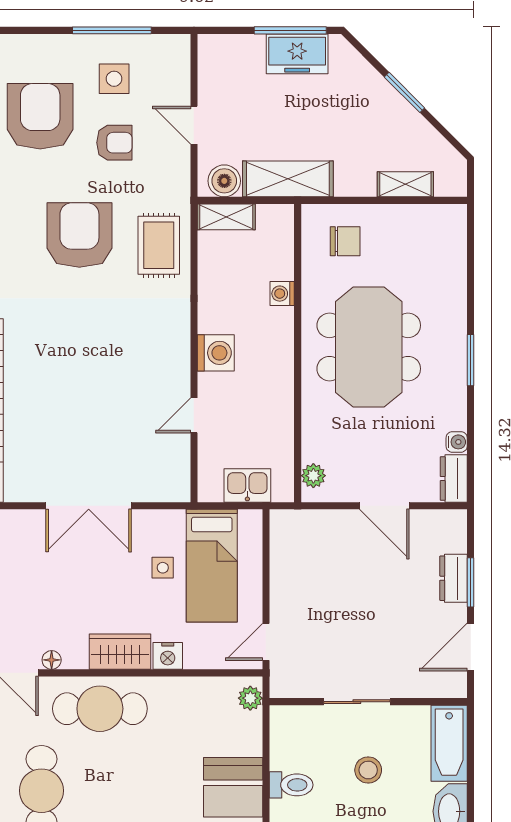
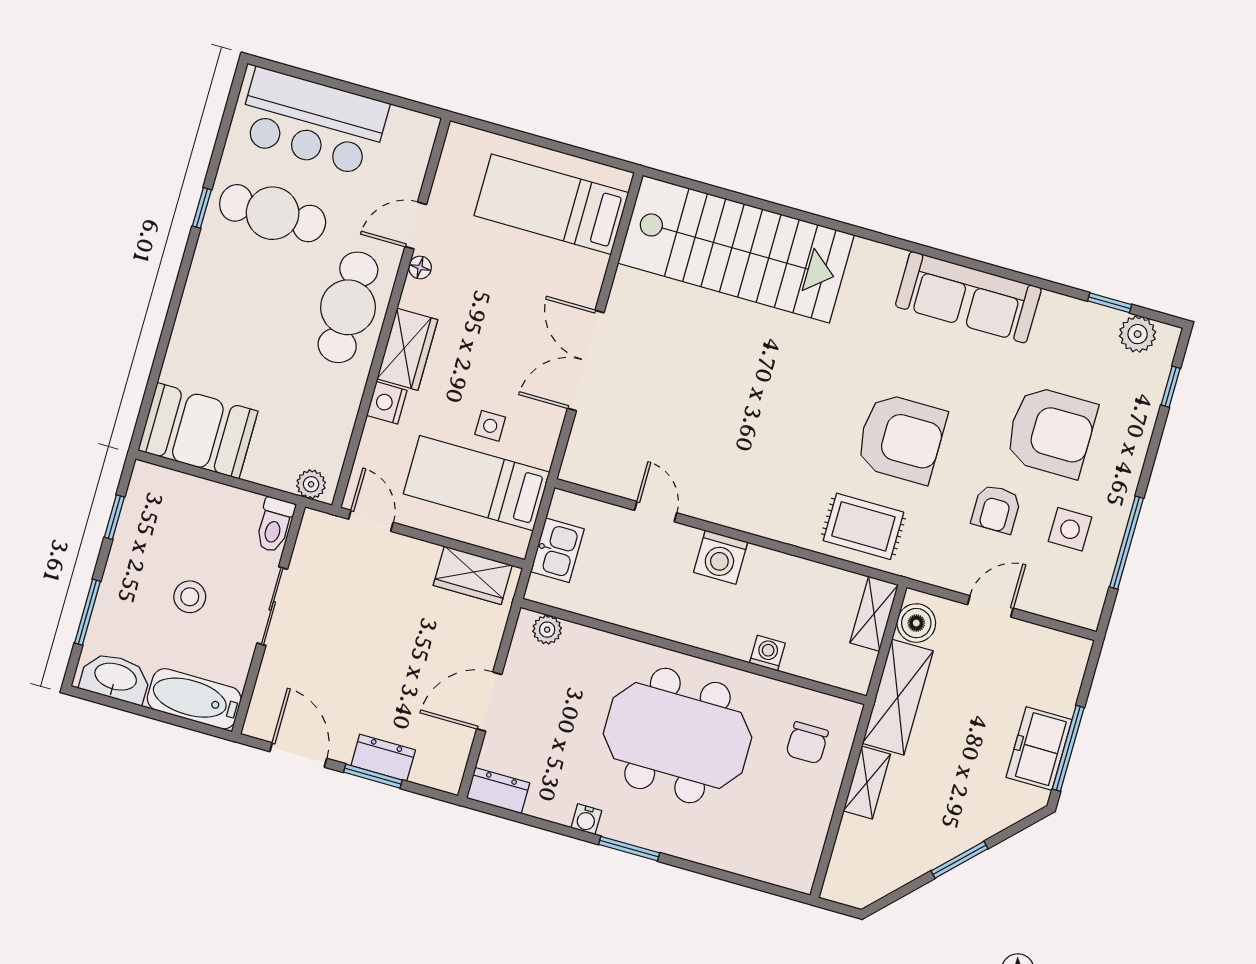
shelving: (405, 184) -> (867, 782), moved
water cooler: (457, 442) -> (586, 819), moved
wardrobe: (287, 548) -> (473, 575), added
toilet: (291, 785) -> (274, 525), moved

